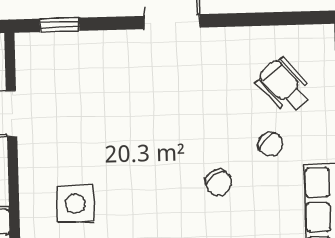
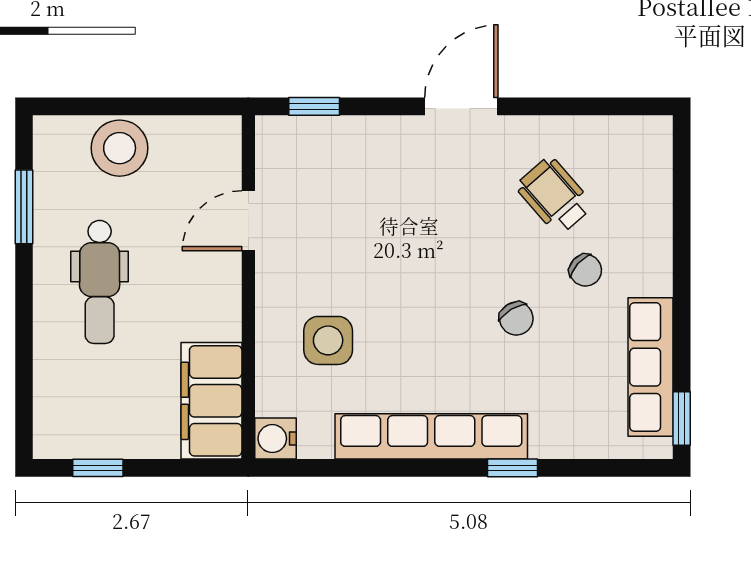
wheelchair: (284, 86) -> (554, 196), moved

